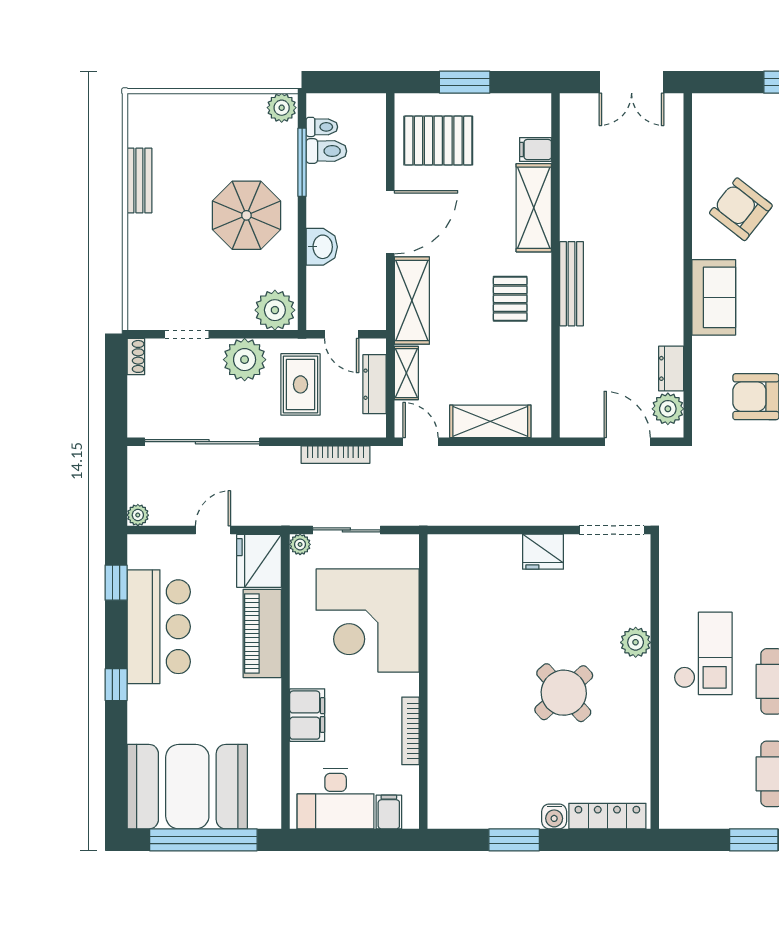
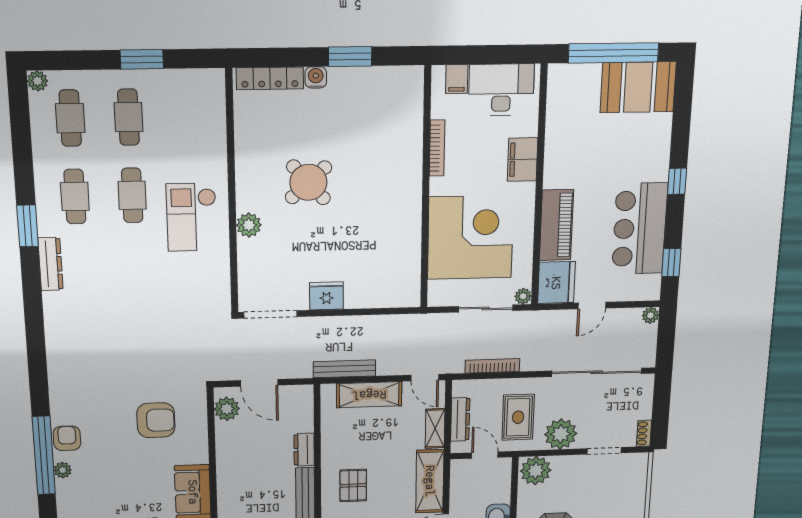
dresser: (671, 368) -> (304, 450), moved, turned 180
bench: (521, 457) -> (344, 369), added
booth: (187, 787) -> (638, 87), width x0.73, depth x0.70

